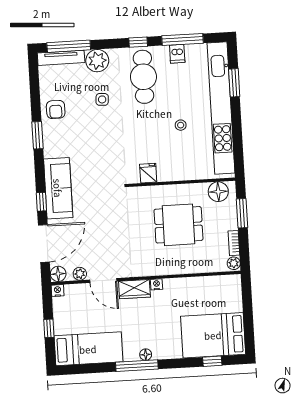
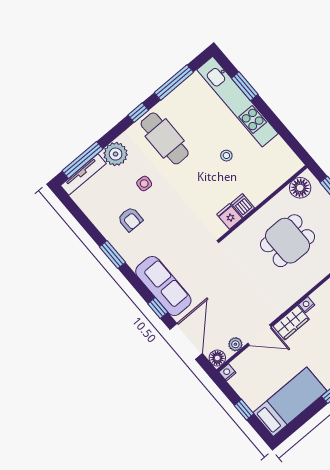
dishwasher: (177, 54) -> (243, 206), moved, turned 180
kitchen unit: (221, 108) -> (237, 102), width x0.73
armchair: (56, 109) -> (130, 219), moved

